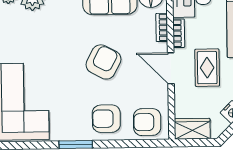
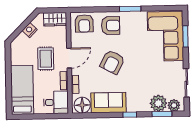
door: (171, 68) -> (69, 58), hinge flipped
armchair: (147, 122) -> (84, 23), turned 90

